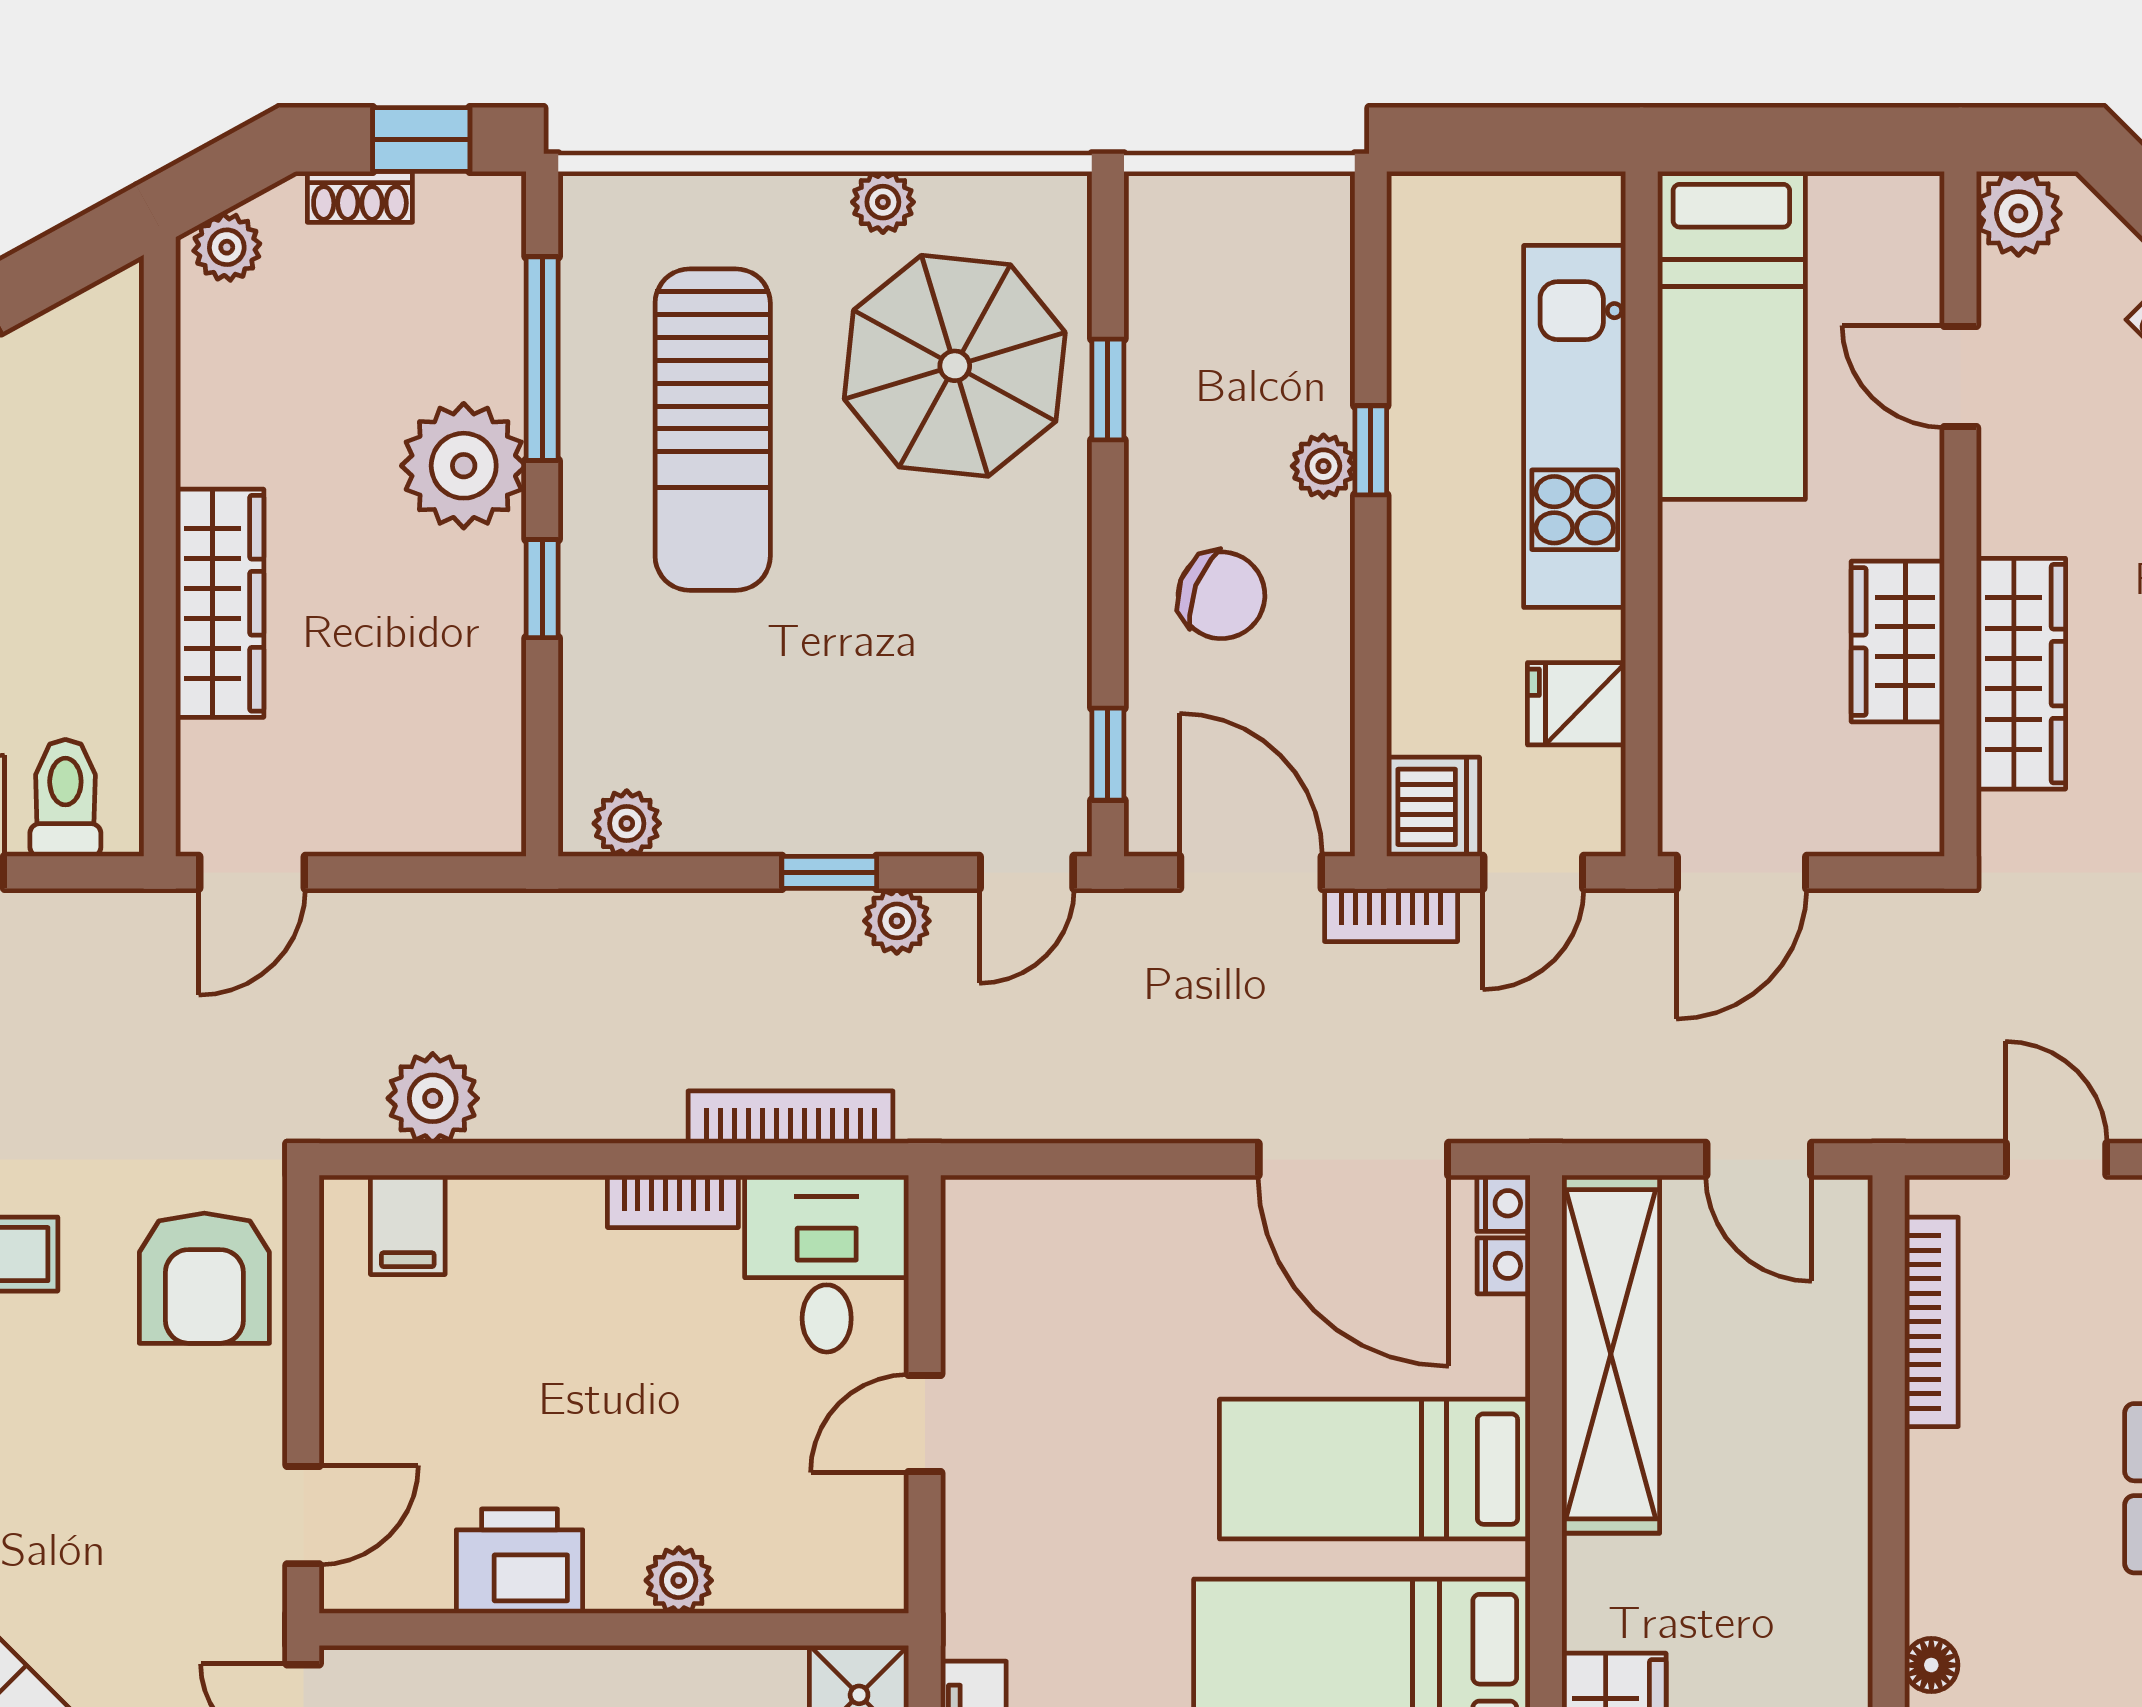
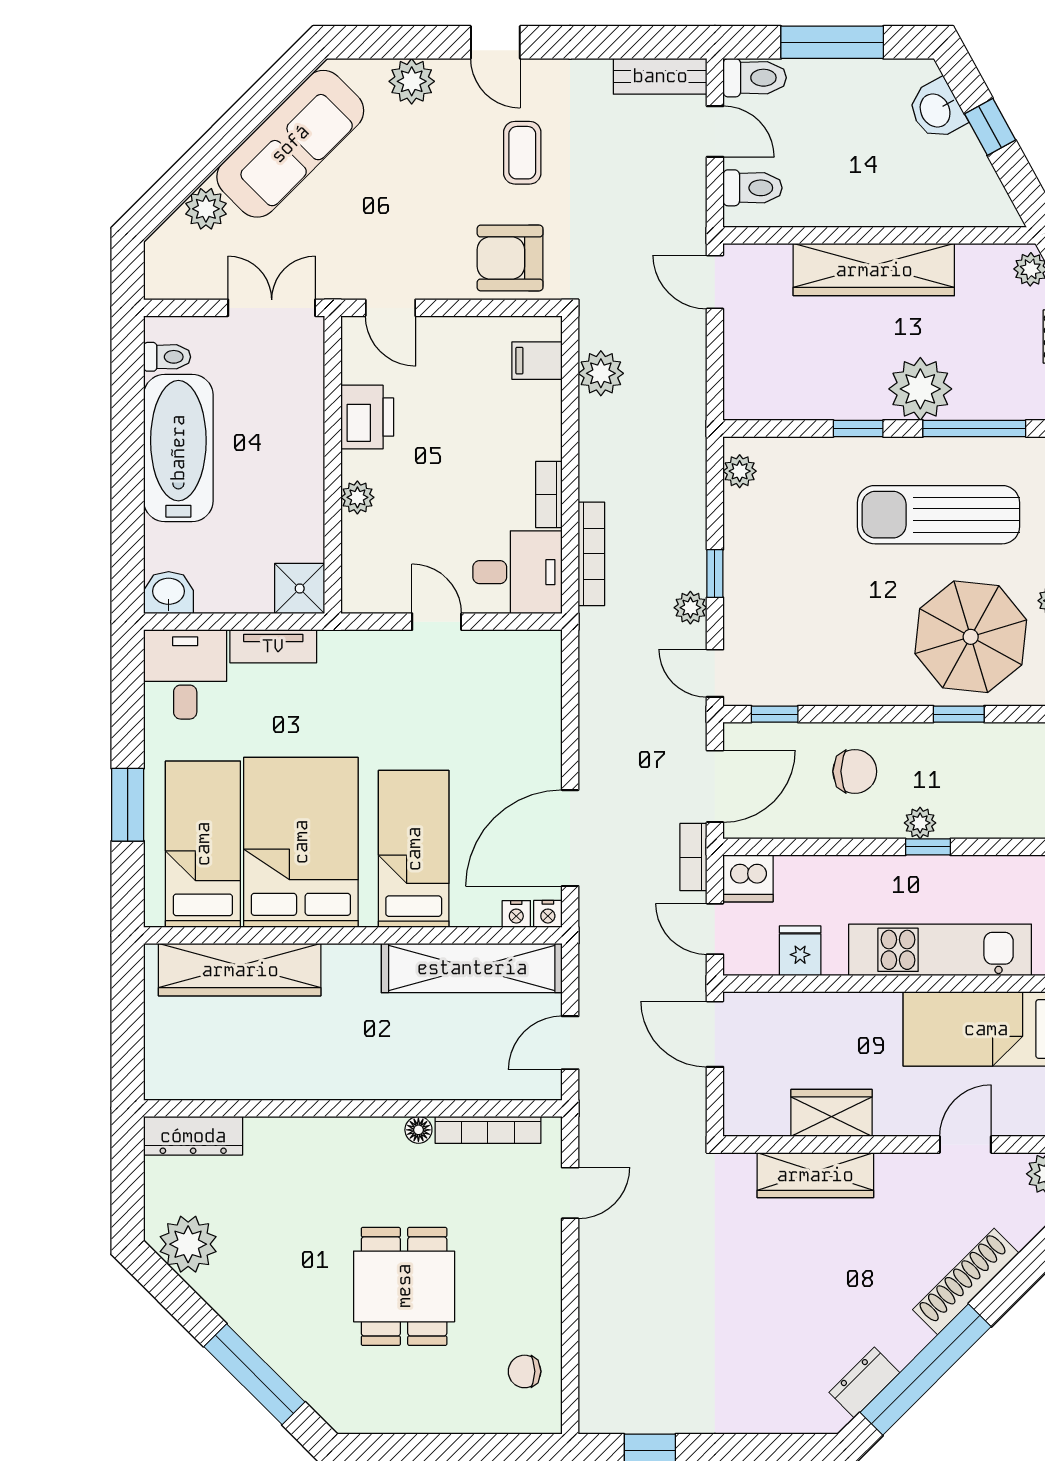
chair: (1221, 595) -> (855, 771), turned -111
wardrobe: (220, 603) -> (874, 270), width x1.40, depth x1.17
floor lamp: (1931, 1665) -> (418, 1130), moved

